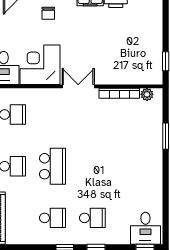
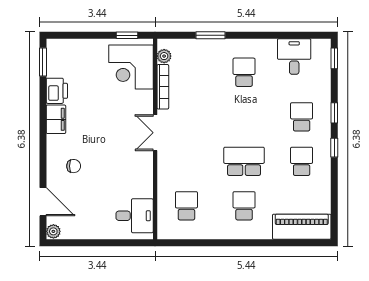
corner desk: (40, 65) -> (131, 67), moved
school desk: (132, 166) -> (244, 72), added
desk: (145, 228) -> (294, 57), moved, turned -90

